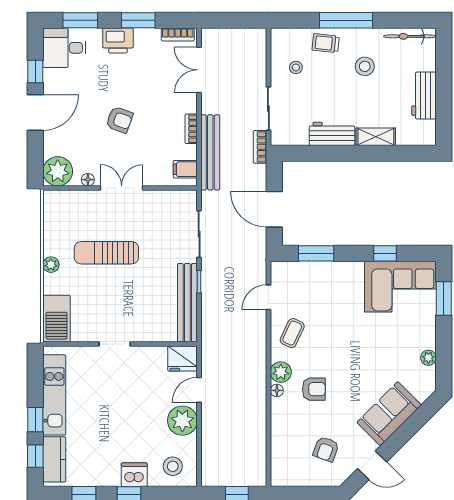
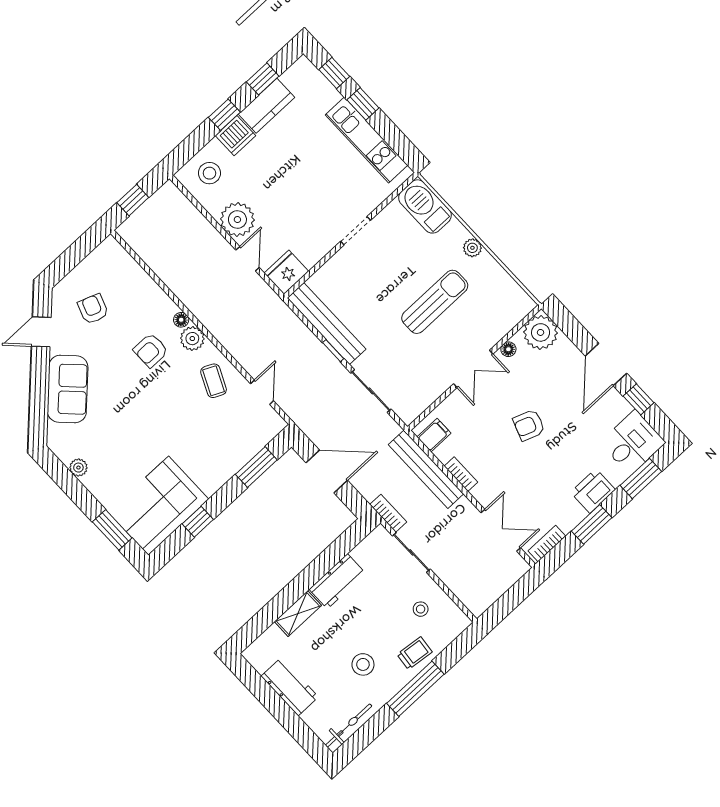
kitchen counter: (54, 459) -> (266, 106), moved, turned -90

